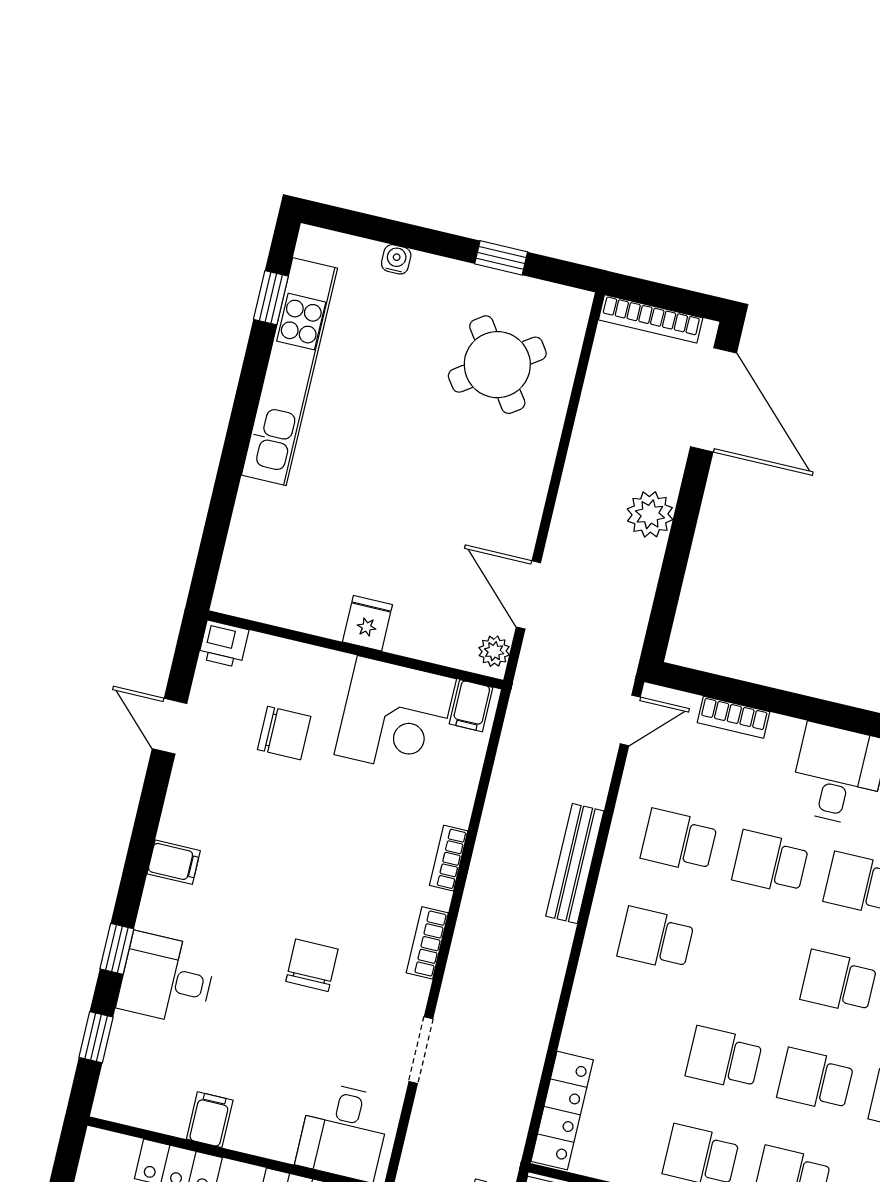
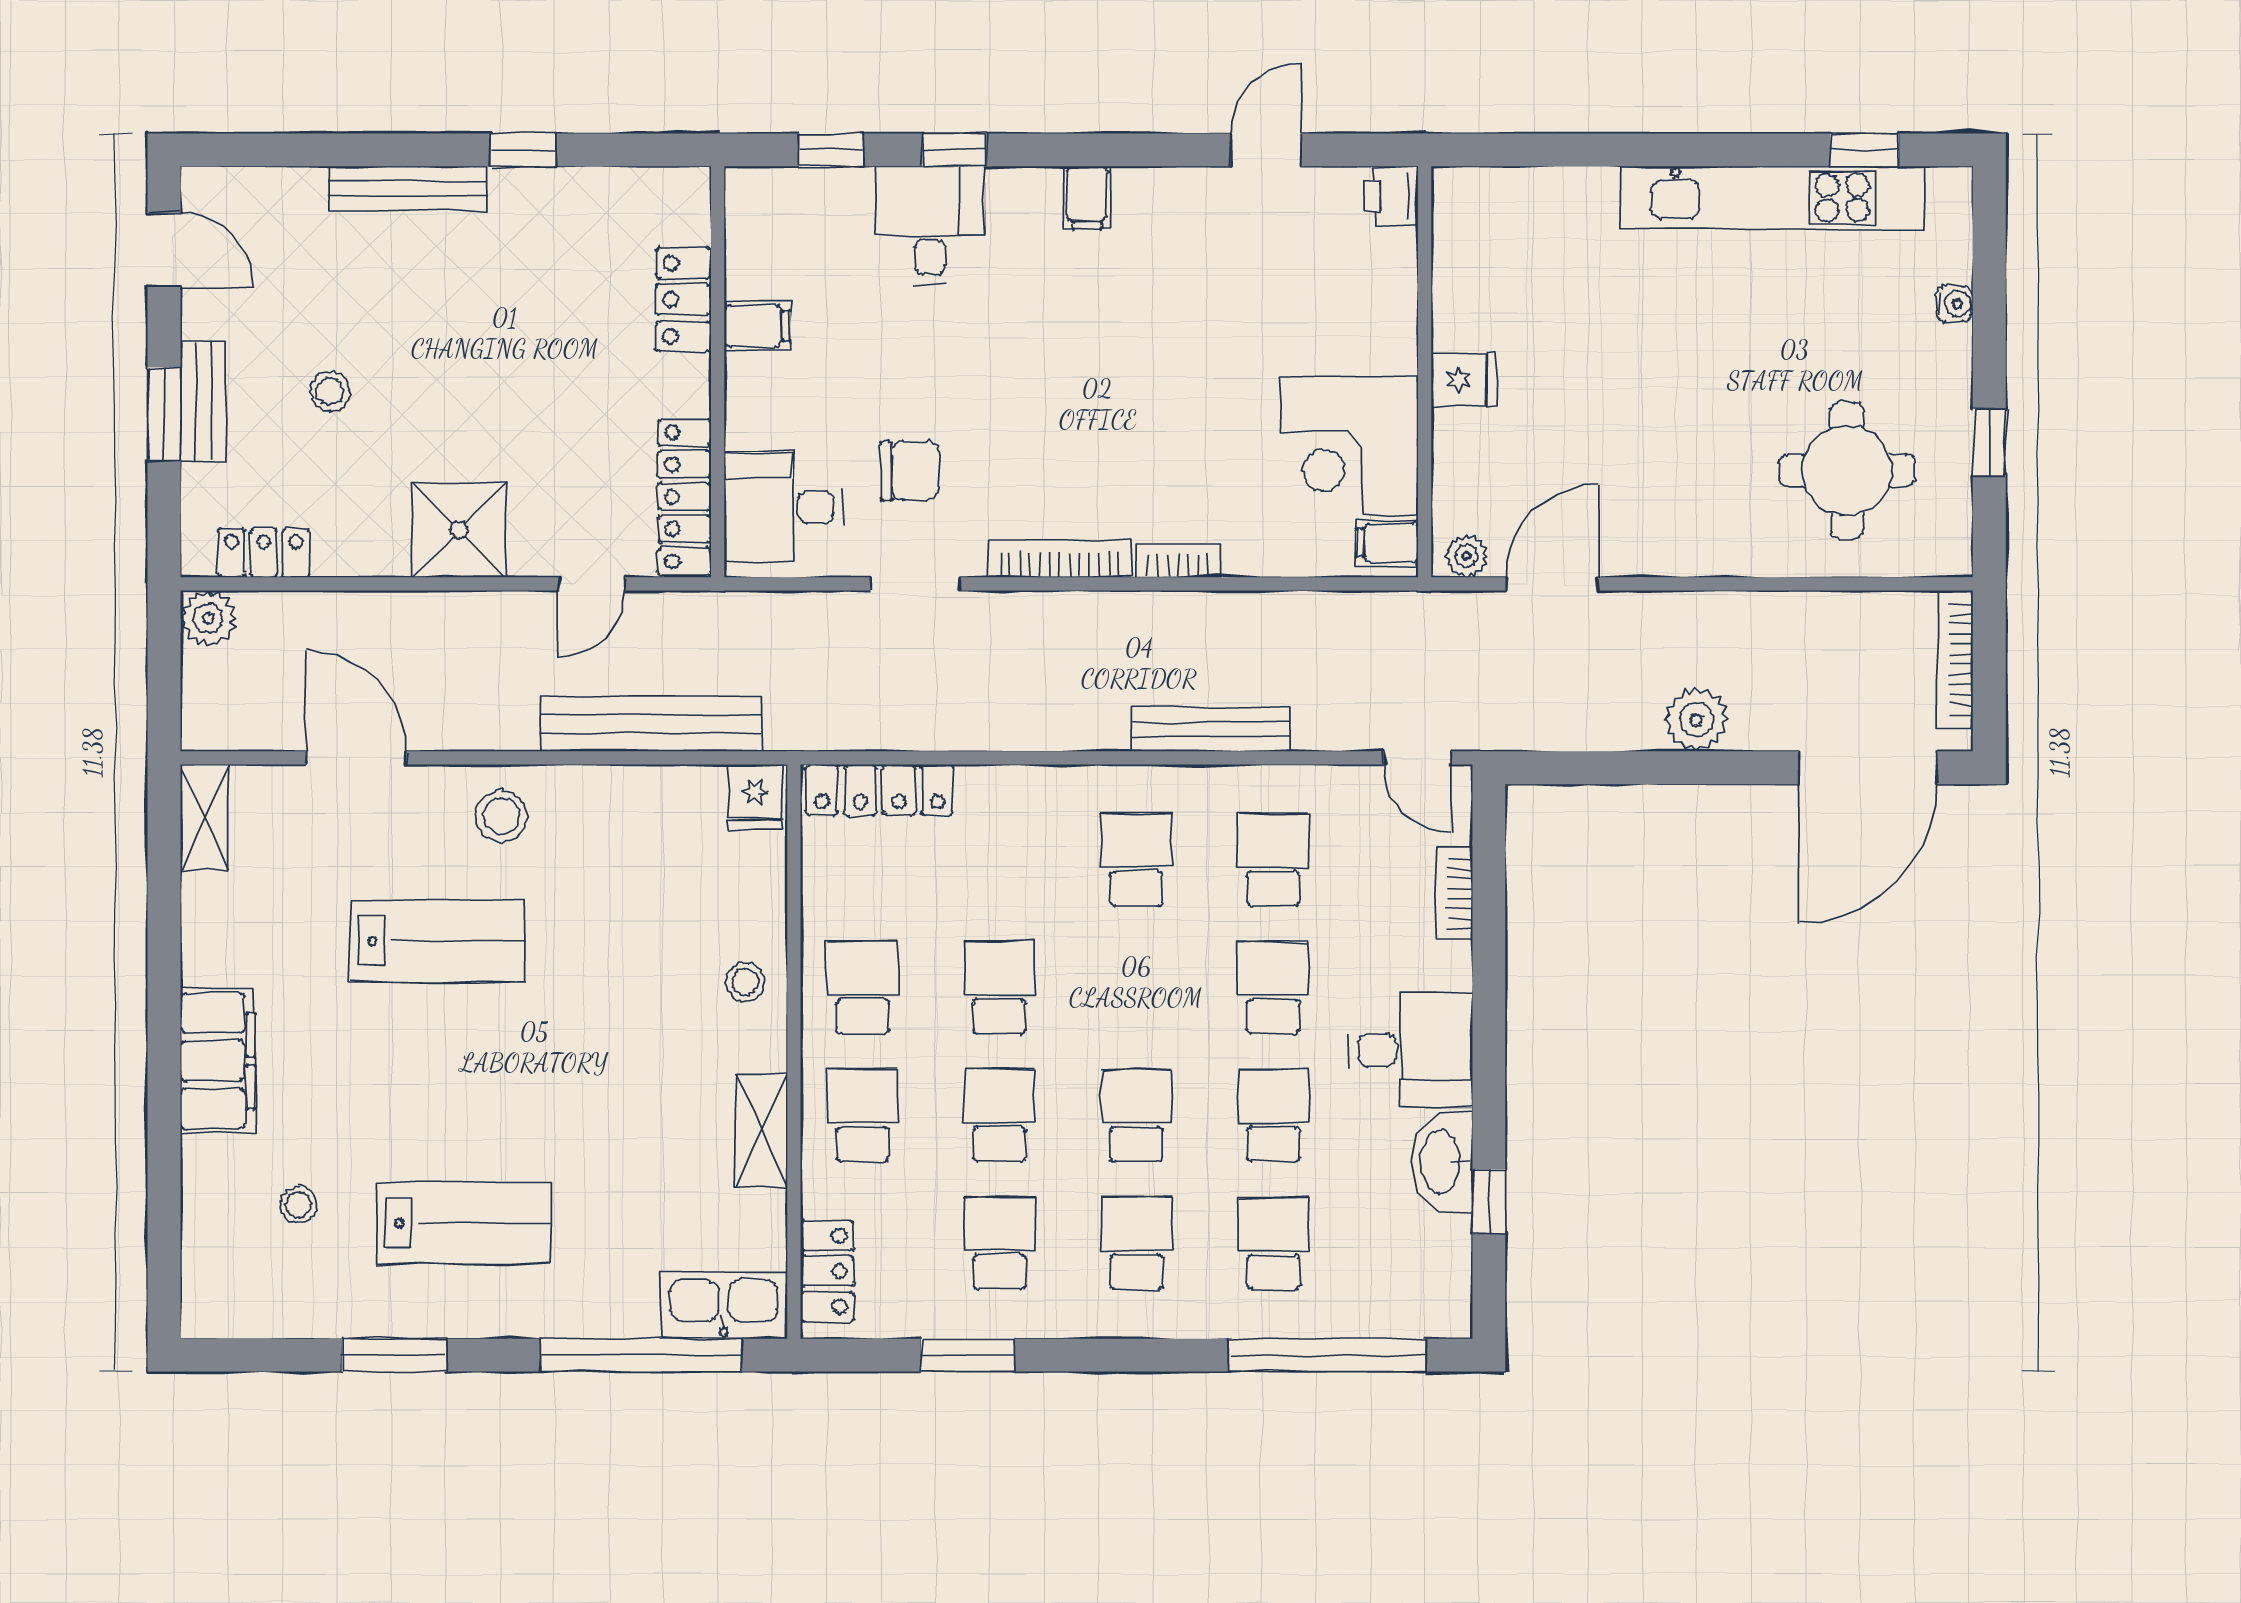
round table: (497, 365) -> (1847, 471), turned 35
chair: (284, 733) -> (1292, 304), removed
bookcase: (427, 943) -> (1060, 559), width x1.56
chair: (312, 965) -> (910, 471), moved

